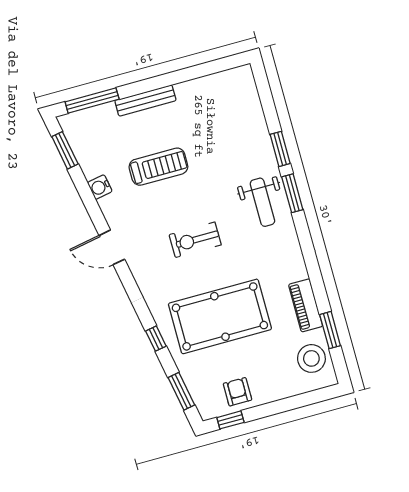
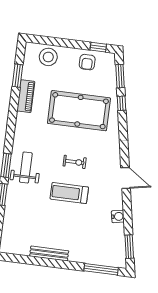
bench: (145, 101) -> (49, 253), moved
treadmill: (158, 167) -> (69, 193), moved
exercise bike: (195, 240) -> (75, 162), width x0.73, depth x0.72
window: (156, 339) -> (122, 103), moved
stool: (311, 358) -> (48, 57), moved

